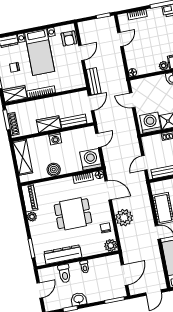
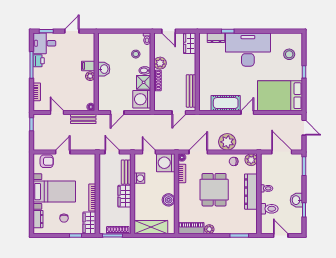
door: (81, 53) -> (63, 152), hinge flipped
bench: (94, 81) -> (83, 119), moved
washing machine: (55, 139) -> (139, 178), moved
door: (144, 163) -> (179, 112), hinge flipped
dresser: (63, 254) -> (251, 192), moved

